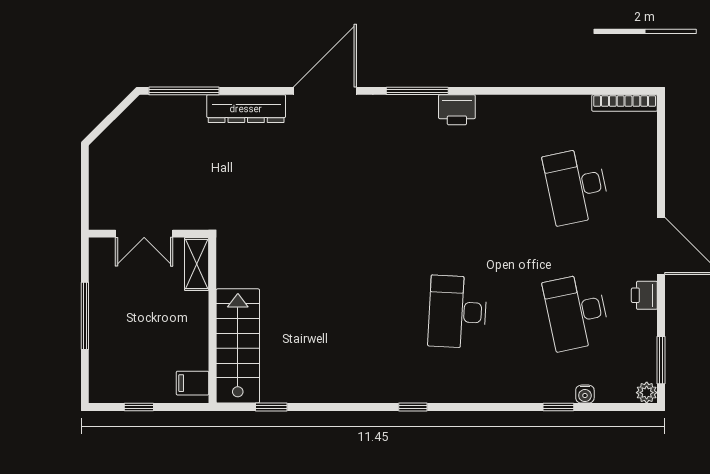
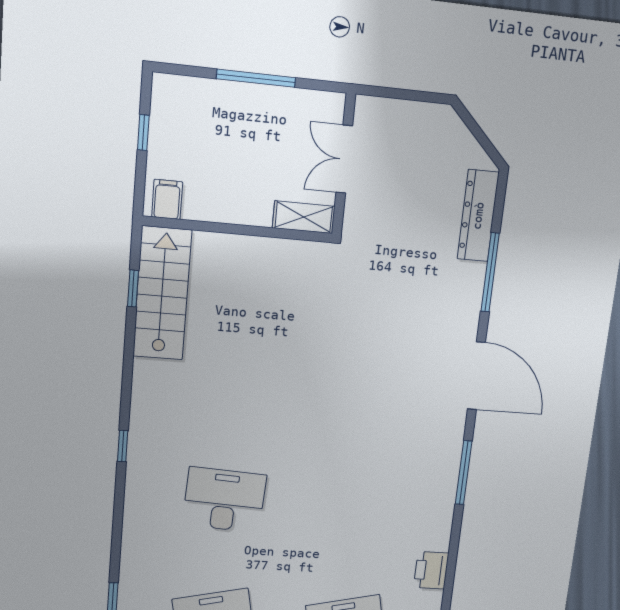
window: (184, 91) -> (490, 272), moved
dresser: (246, 109) -> (478, 216), moved
printer: (457, 110) -> (431, 570), moved
stairs: (238, 346) -> (162, 293), moved, turned -90

